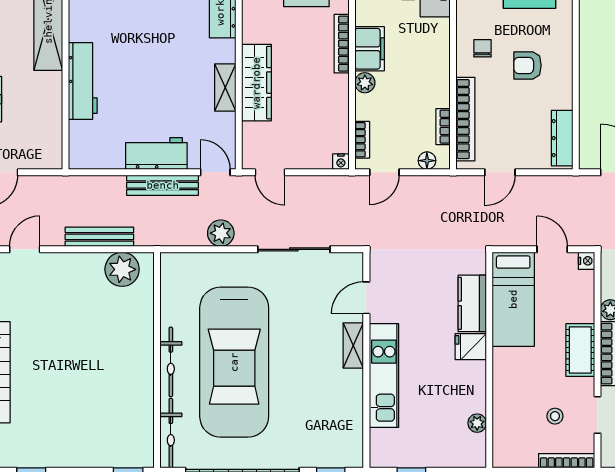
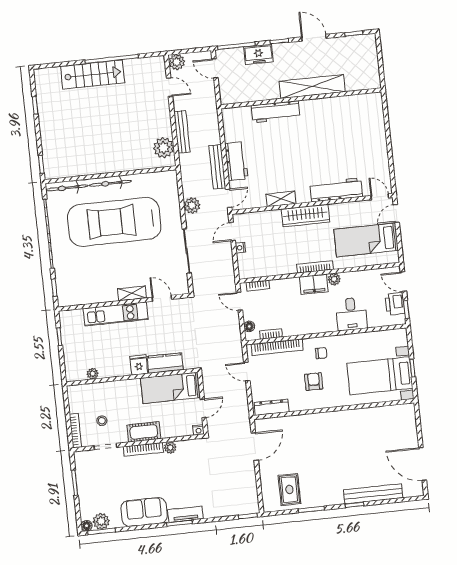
wardrobe: (256, 83) -> (305, 216), moved
plant: (365, 83) -> (334, 279), moved
nightstand: (341, 162) -> (240, 248), moved

